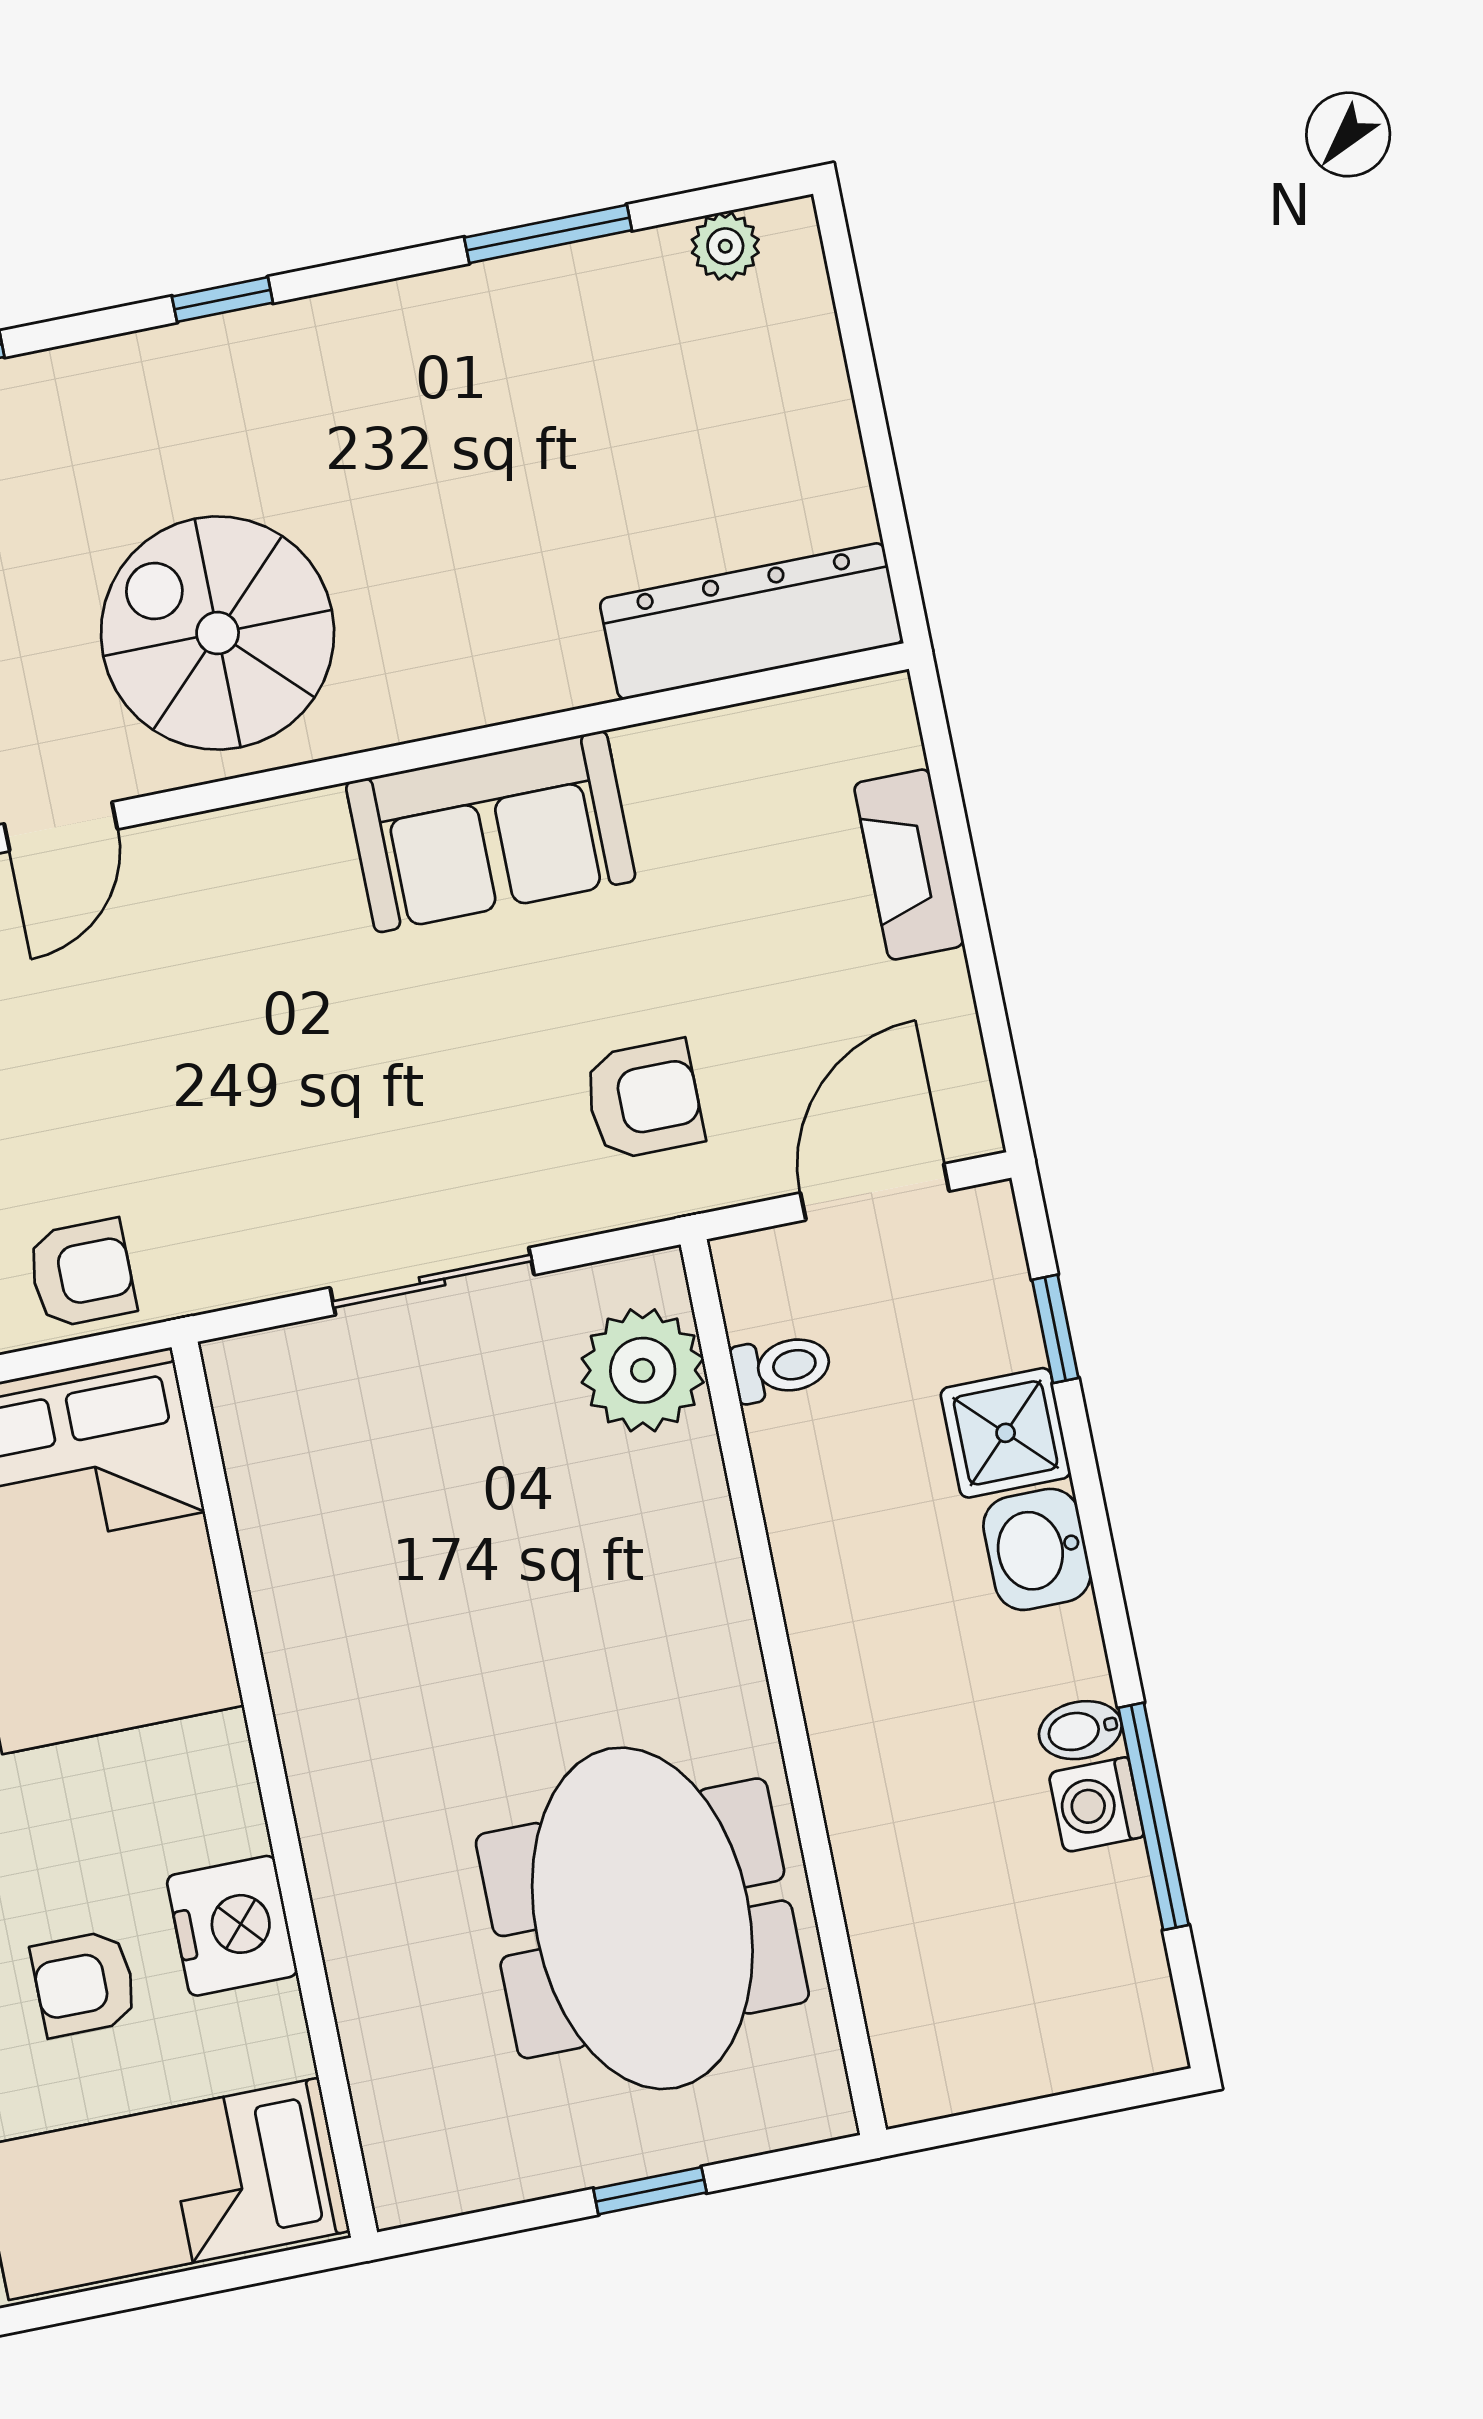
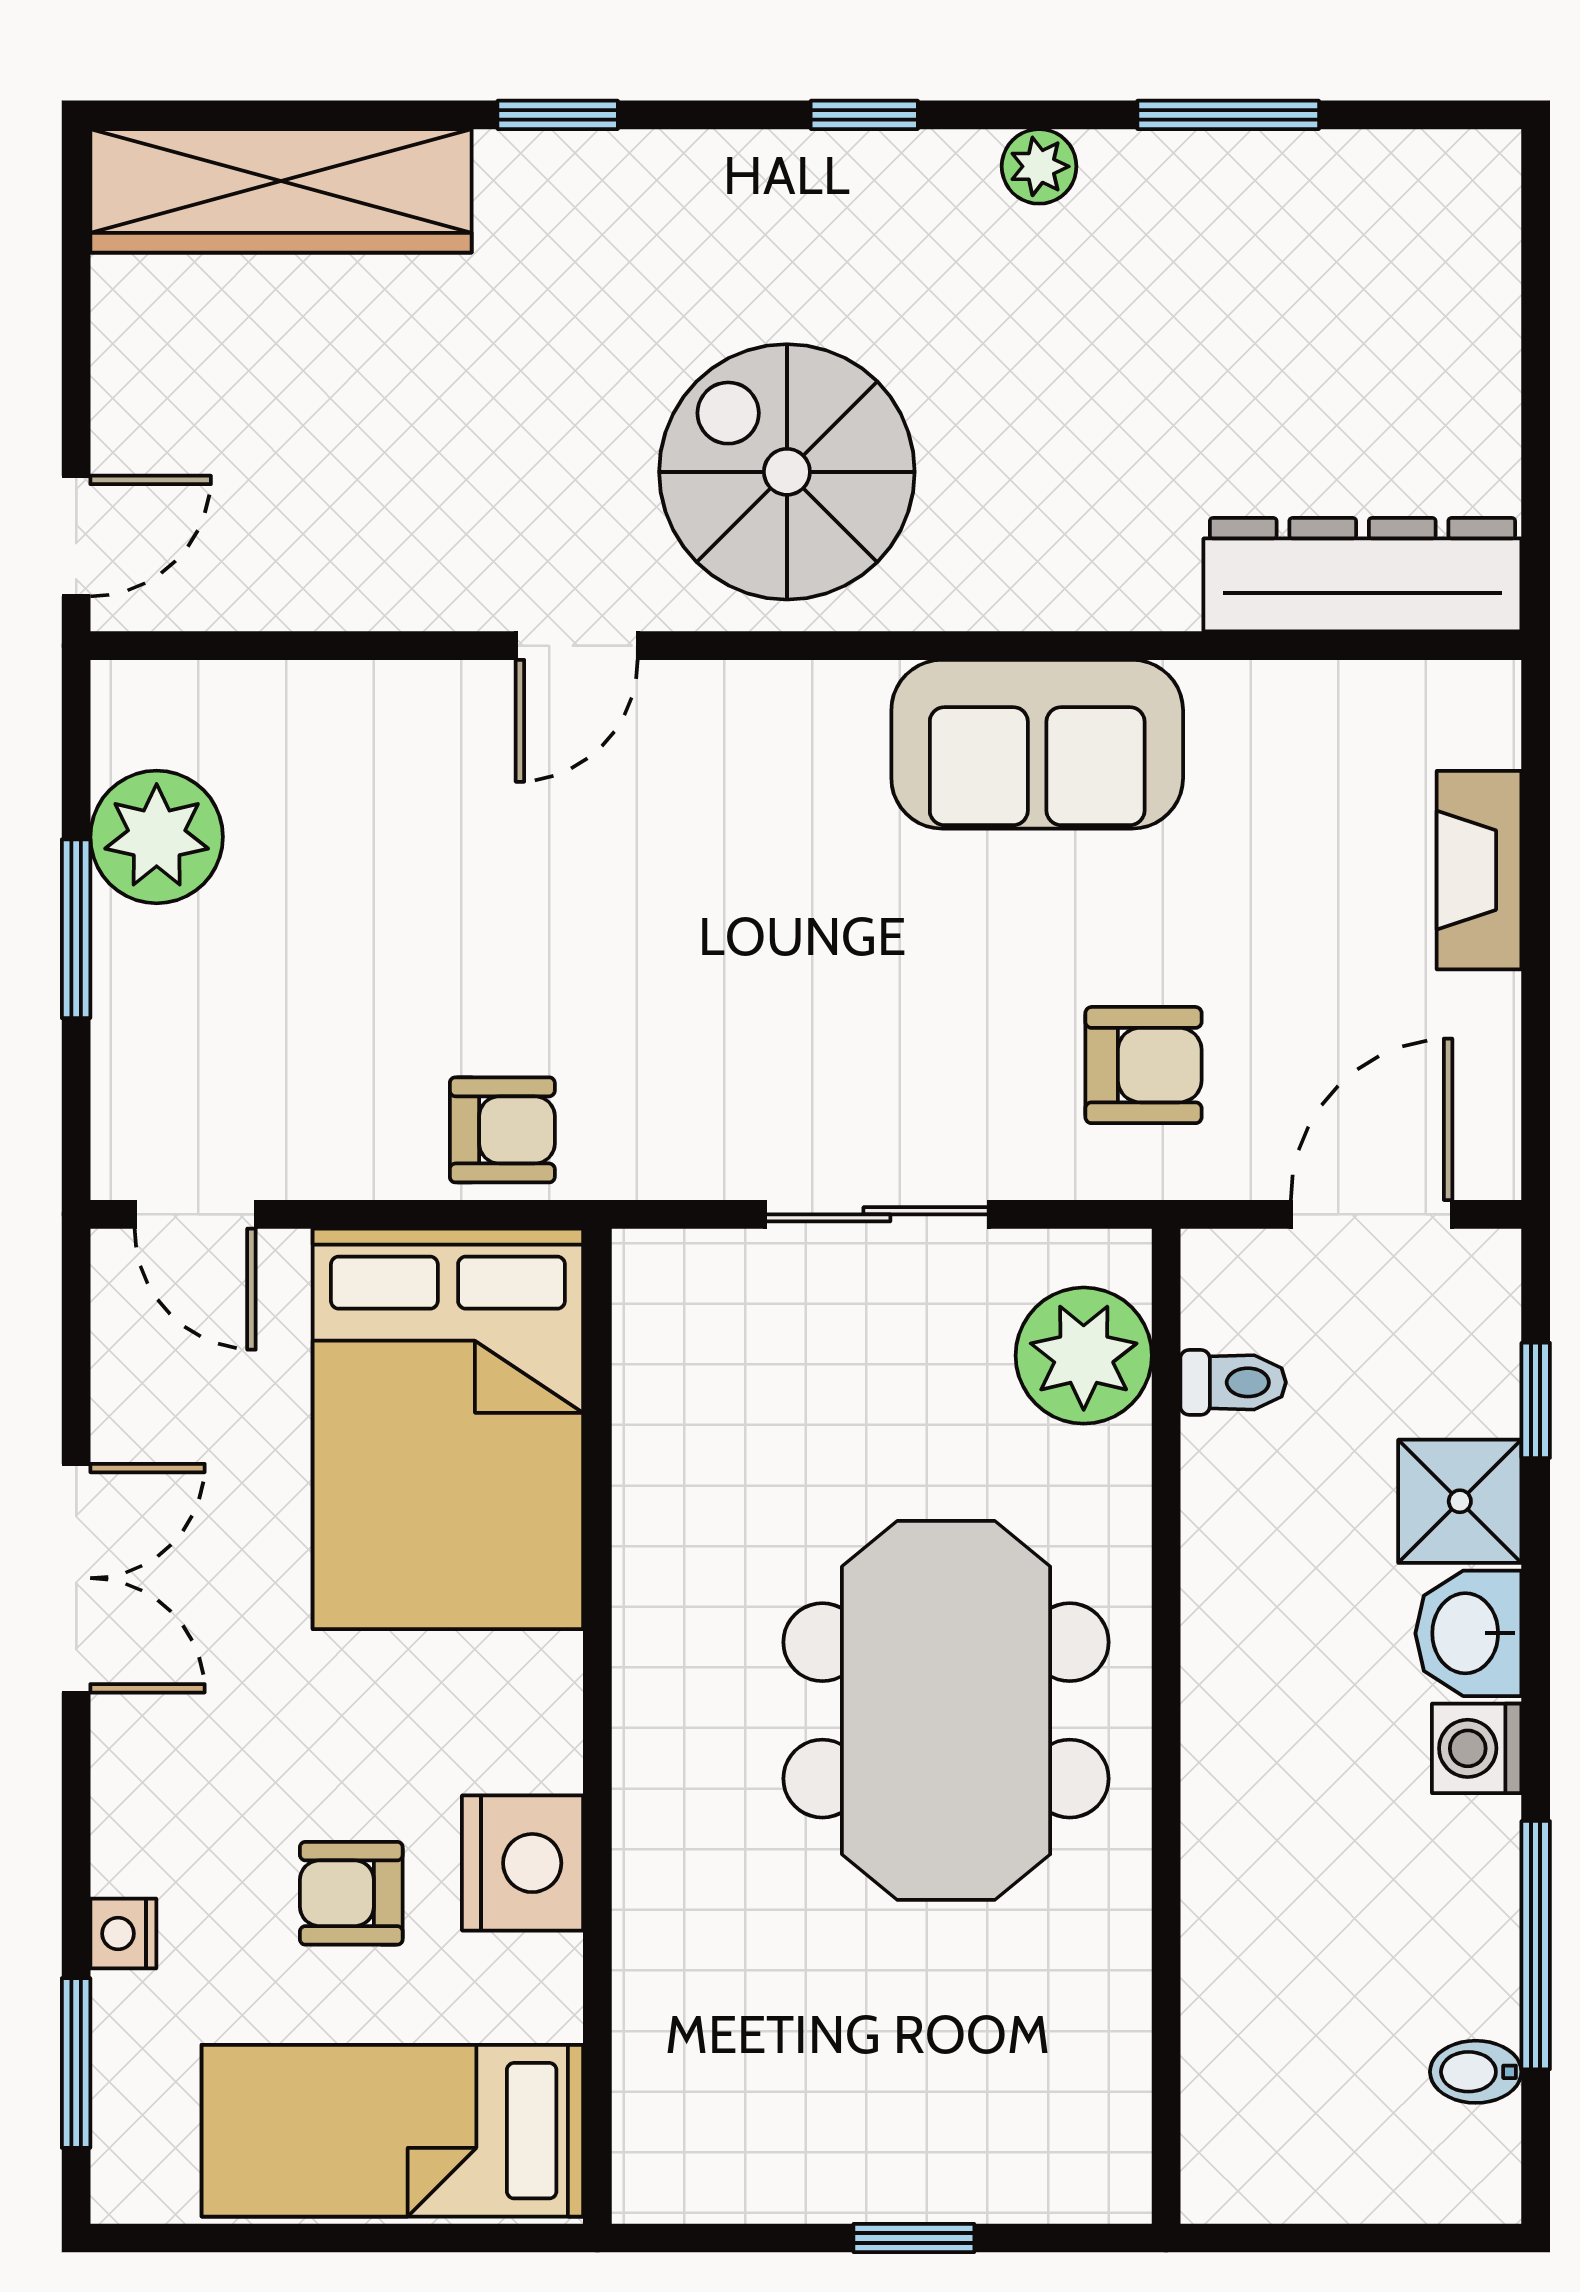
plant: (725, 246) -> (1039, 166), moved
bidet: (1080, 1730) -> (1476, 2072), moved
washing machine: (1096, 1805) -> (1477, 1748), moved
meeting table: (642, 1918) -> (946, 1710), moved

